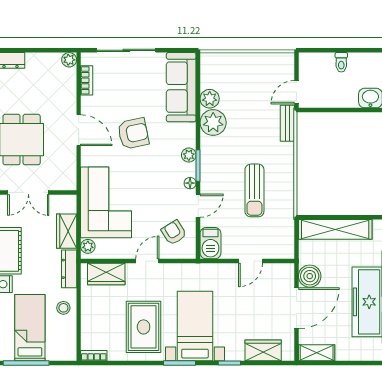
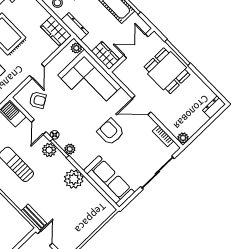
plant: (210, 99) -> (49, 150), moved
armchair: (133, 133) -> (111, 132), turned 102
wardrobe: (67, 231) -> (106, 55), moved
wardrobe: (106, 274) -> (56, 31), moved, turned -90

